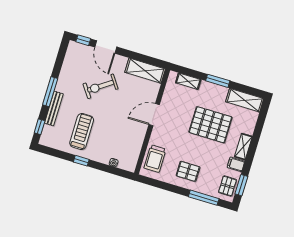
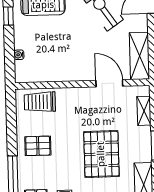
door: (154, 115) -> (109, 83), moved
pallet: (188, 171) -> (38, 146), turned 90

